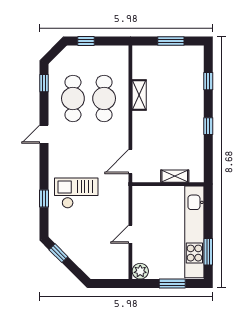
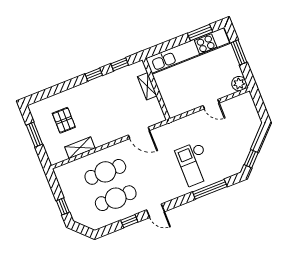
pallet: (174, 77) -> (64, 120), added
window: (208, 81) -> (120, 64), moved
window: (44, 83) -> (129, 221), moved
shelving: (139, 95) -> (80, 148), moved
door: (130, 161) -> (139, 133), moved
window: (44, 198) -> (210, 189), width x2.17

